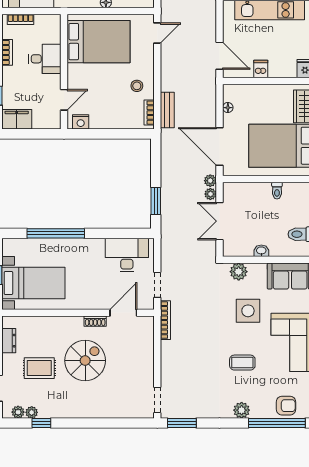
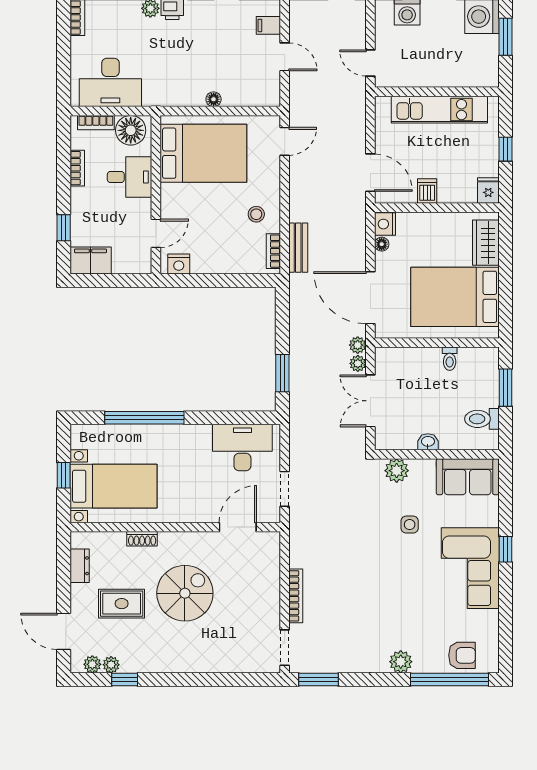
floor lamp: (46, 25) -> (131, 130), added
nightstand: (230, 93) -> (385, 224), added
side table: (248, 311) -> (410, 525), width x0.54, depth x0.54
bookcase: (165, 320) -> (296, 596), moved
shoe rack: (95, 321) -> (142, 539), moved
coffee table: (242, 363) -> (402, 596), removed

